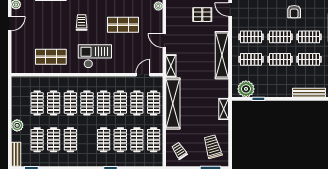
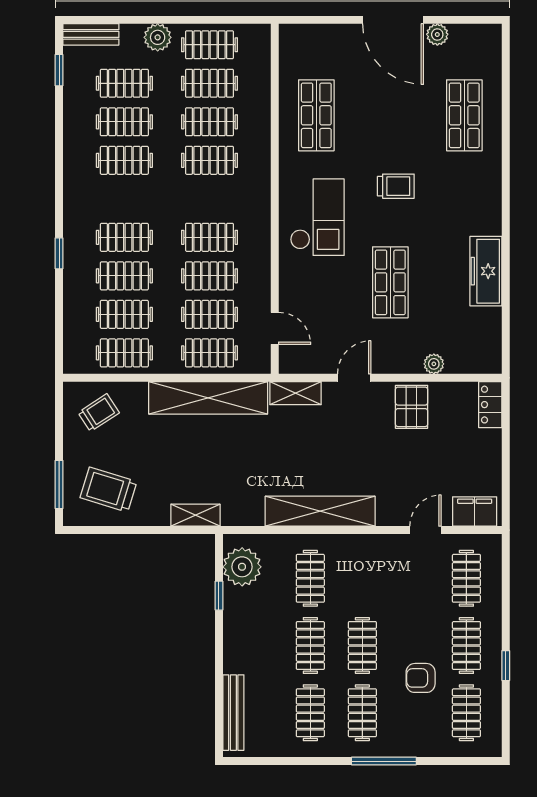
pallet: (202, 15) -> (412, 407), moved
door: (10, 24) -> (393, 20), width x1.87
clothes rail: (251, 37) -> (362, 578), removed
clothes rail: (87, 103) -> (209, 45), moved
trolley: (213, 147) -> (108, 490), turned -147

